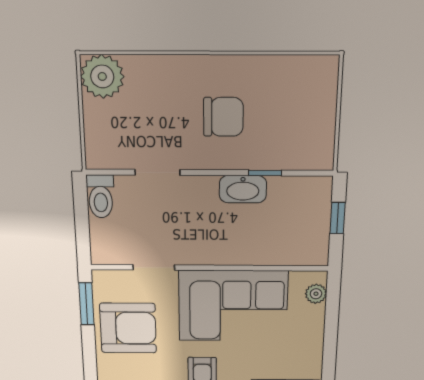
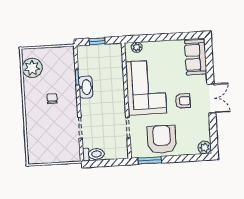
plant: (102, 76) -> (32, 68), moved
chair: (223, 117) -> (52, 99), width x0.54, depth x0.54

